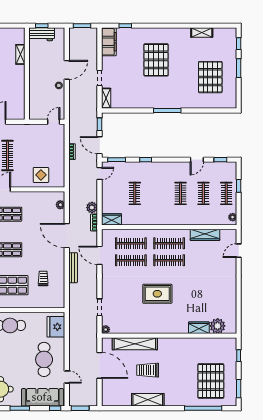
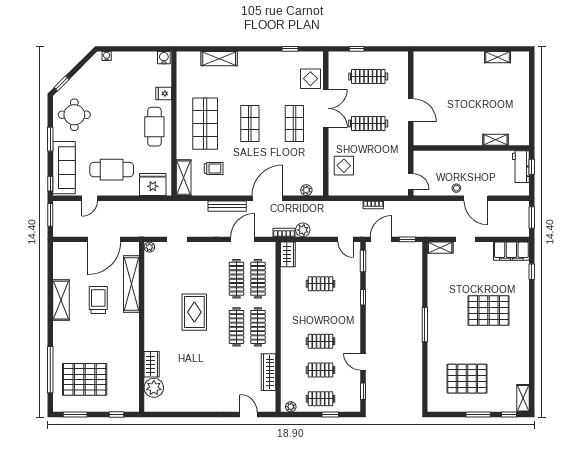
shelving: (202, 33) -> (523, 398), moved
shelving: (50, 302) -> (184, 178), added

